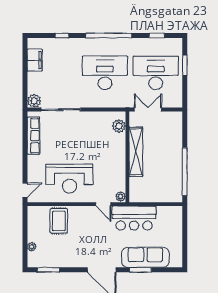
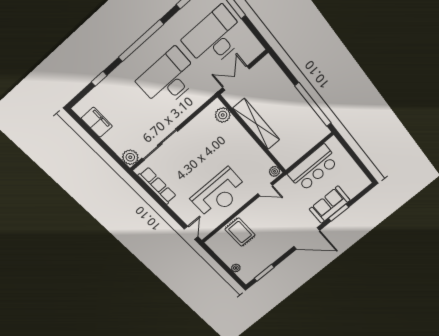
bar counter: (134, 218) -> (313, 168), moved
sofa: (145, 257) -> (330, 205), width x0.73

